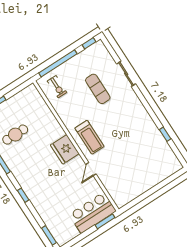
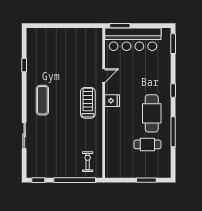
exercise mat: (98, 89) -> (42, 100), moved
fridge: (65, 149) -> (112, 101), width x0.53, depth x0.75
cafe table: (29, 164) -> (152, 113), added
bar counter: (93, 213) -> (133, 39), width x1.36

